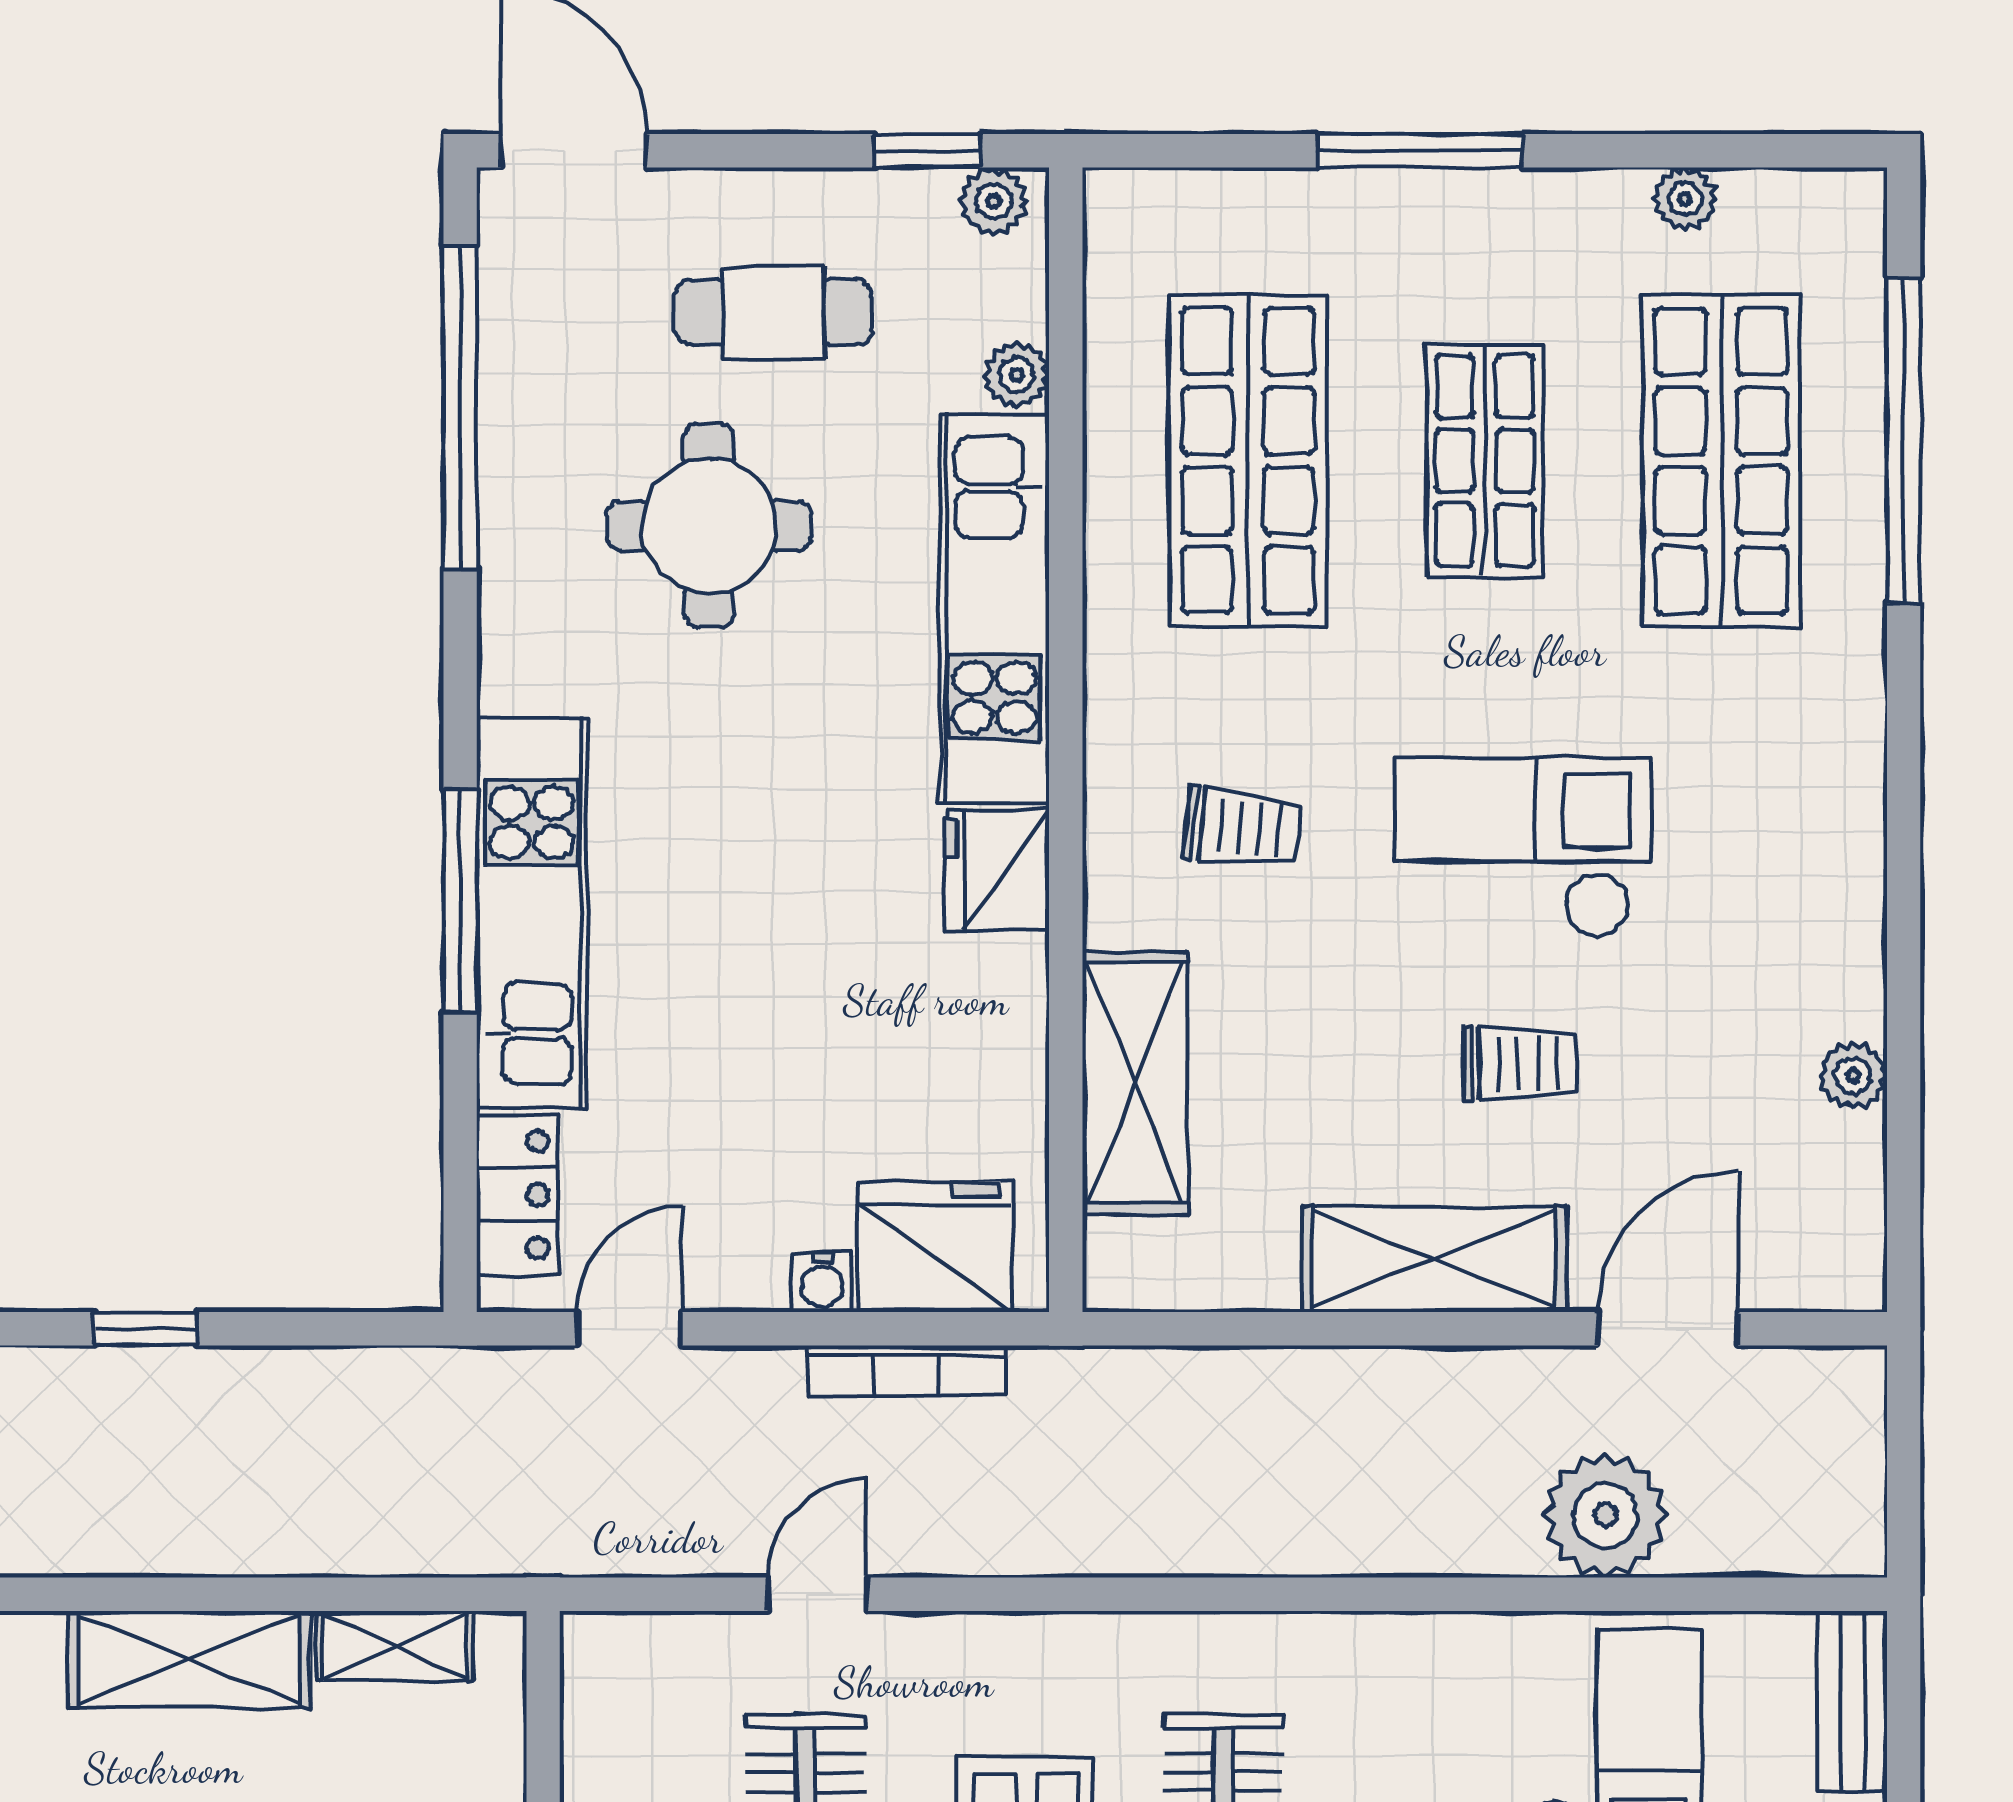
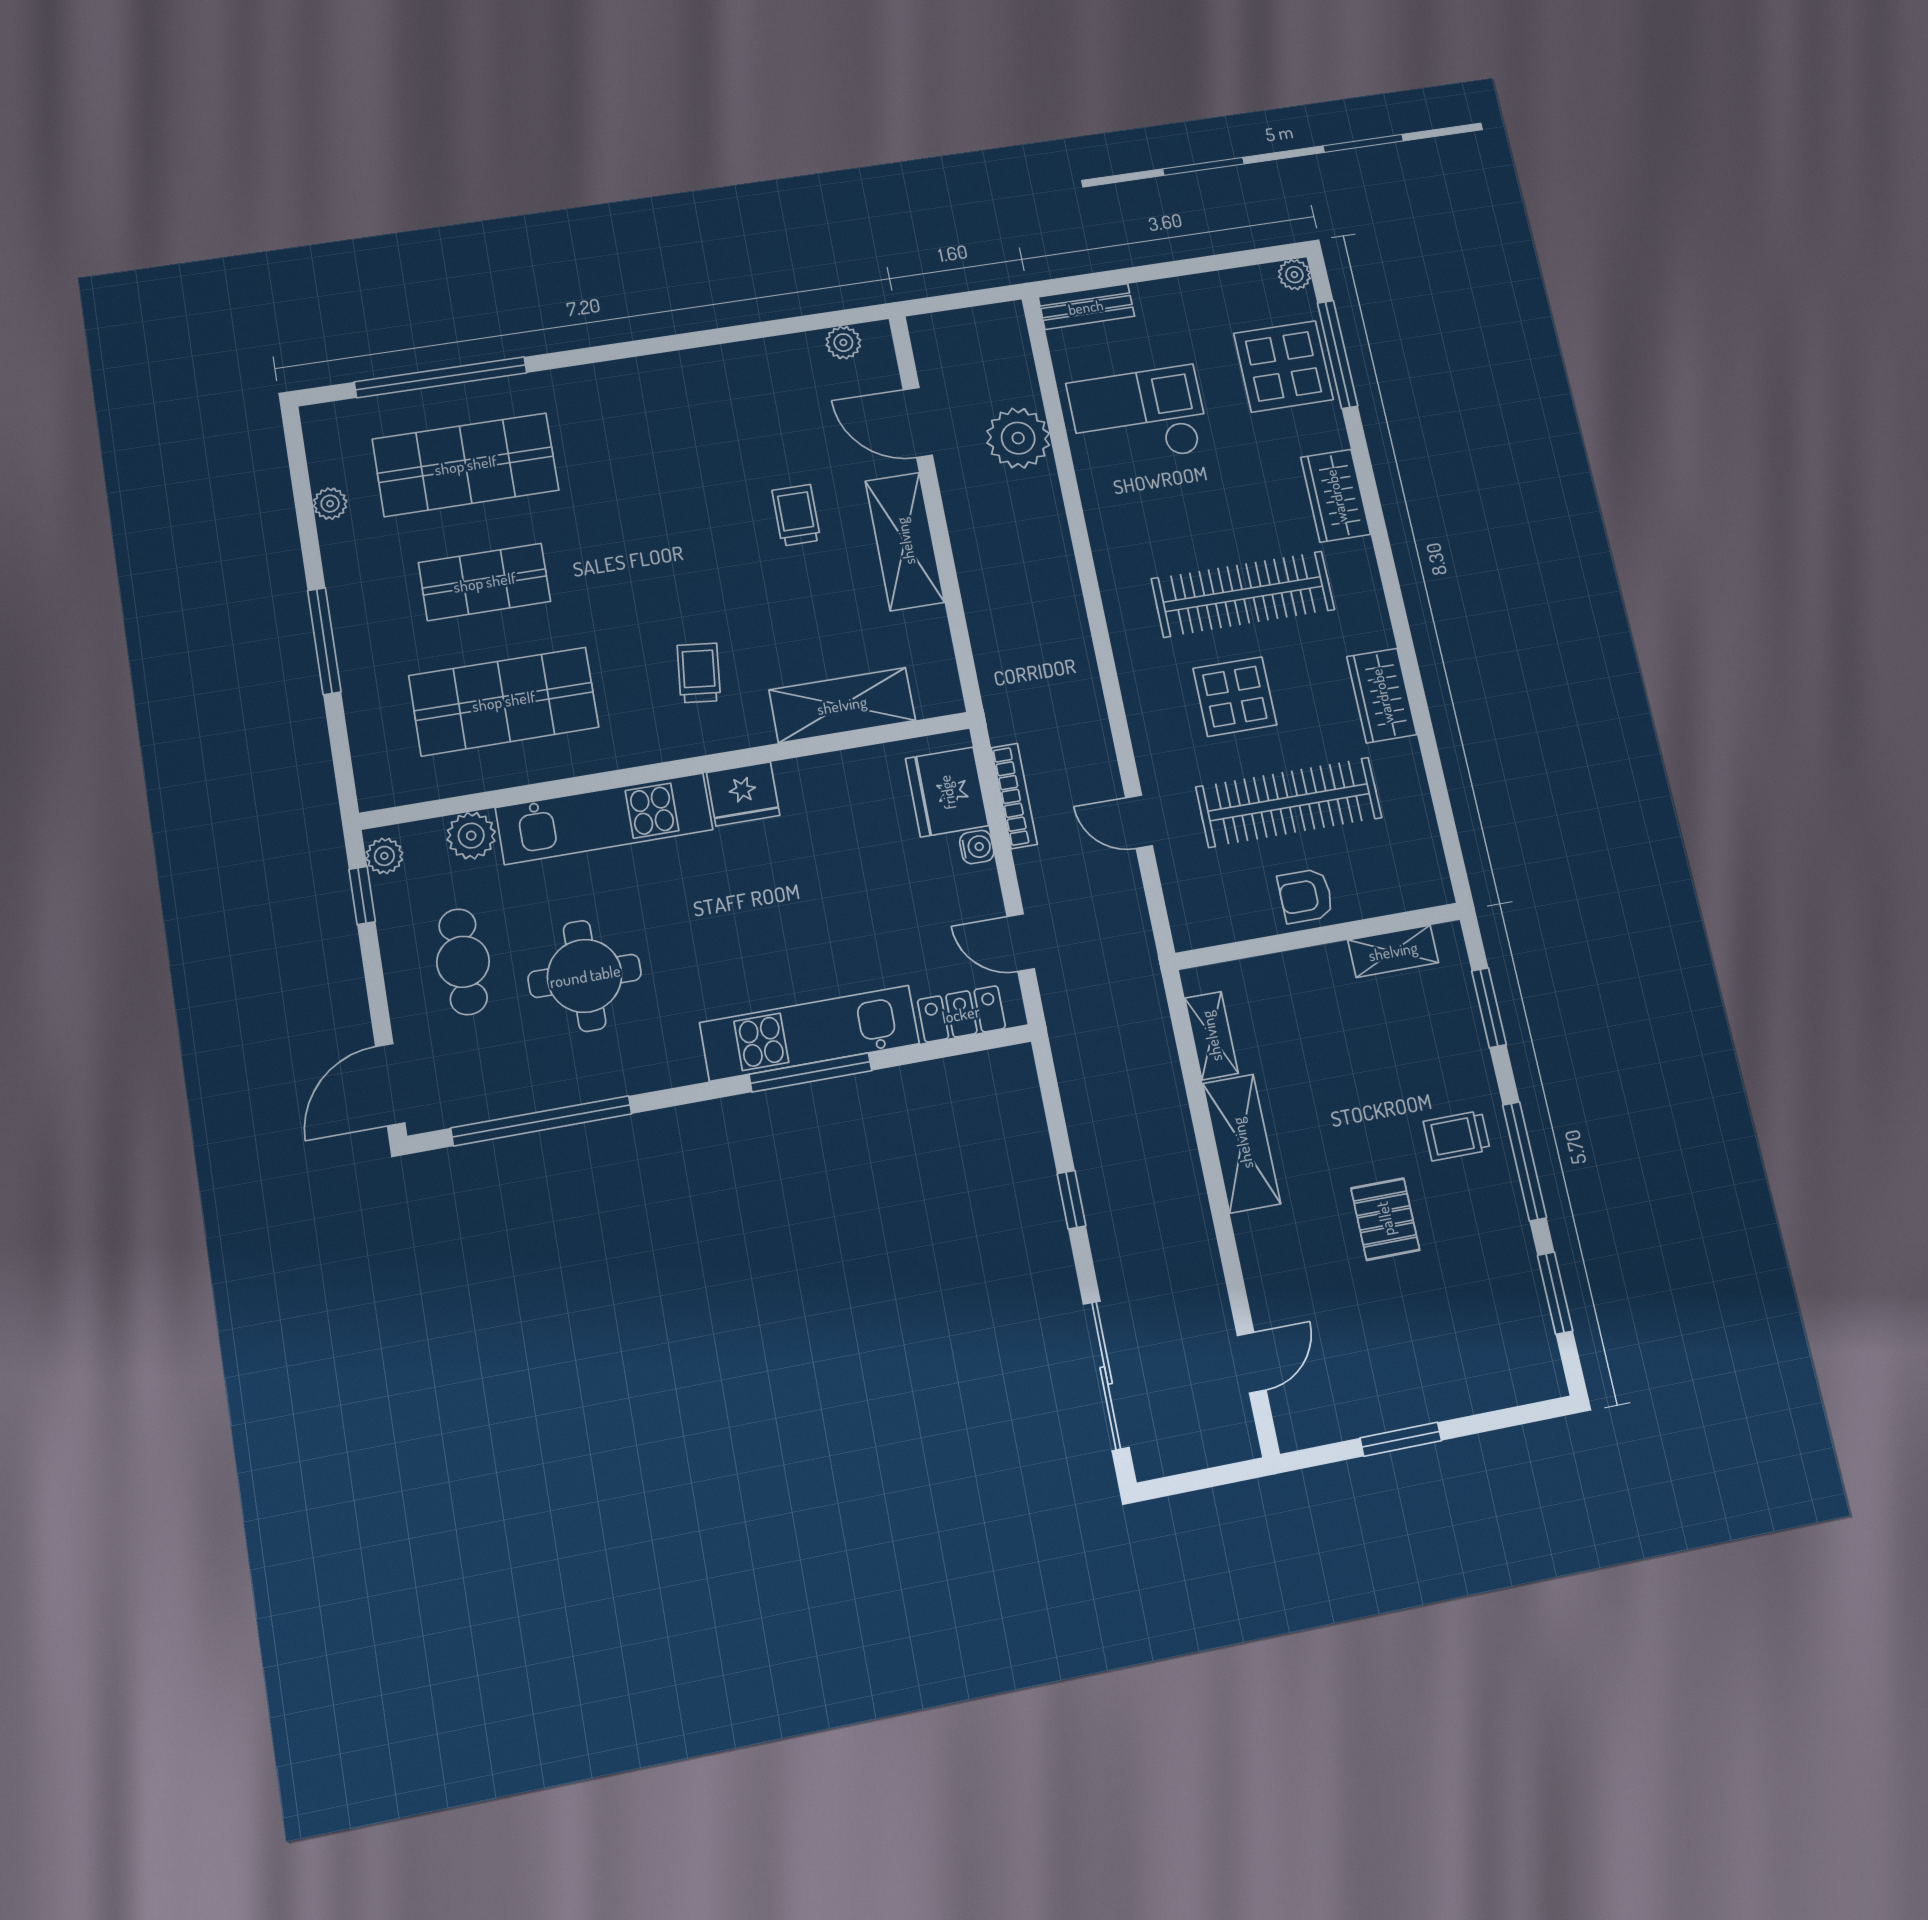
plant: (1017, 375) -> (471, 836), width x1.38, depth x1.38
checkout: (1523, 848) -> (684, 531), removed
plant: (1853, 1076) -> (843, 343), moved

